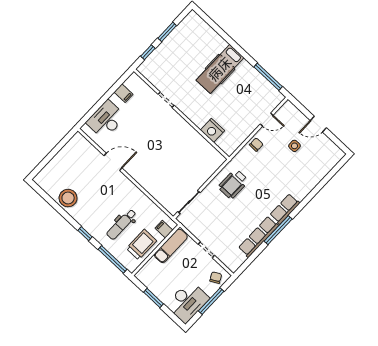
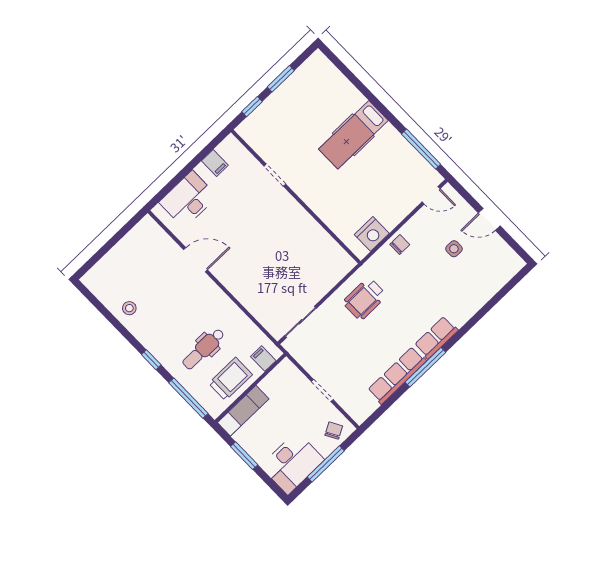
door: (267, 120) -> (431, 195), moved
nightstand: (212, 130) -> (372, 234), moved, turned -90
stool: (68, 198) -> (129, 308), width x0.53, depth x0.53
exam couch: (171, 246) -> (243, 411), moved

